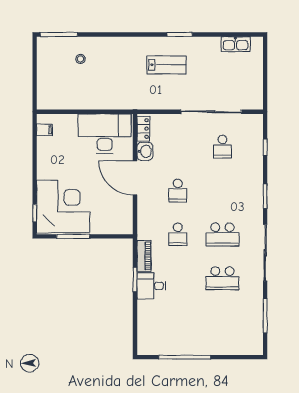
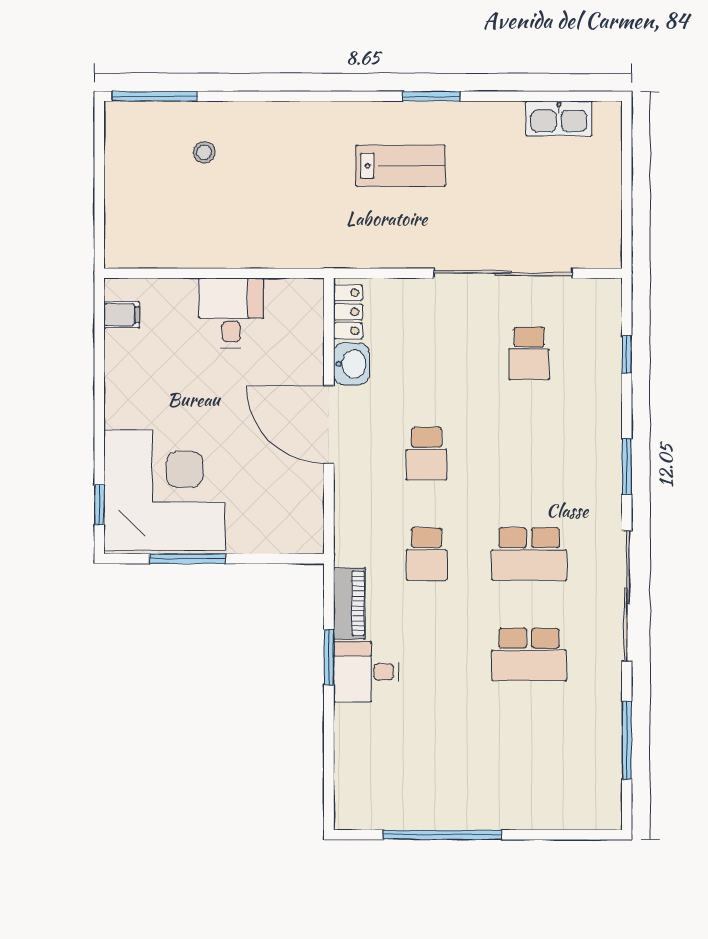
desk: (105, 134) -> (231, 313), width x0.53, depth x0.77

